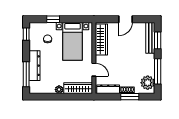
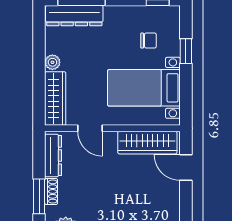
door: (125, 19) -> (186, 168), moved
dresser: (34, 66) -> (74, 16), moved
door: (94, 70) -> (90, 128), hinge flipped

